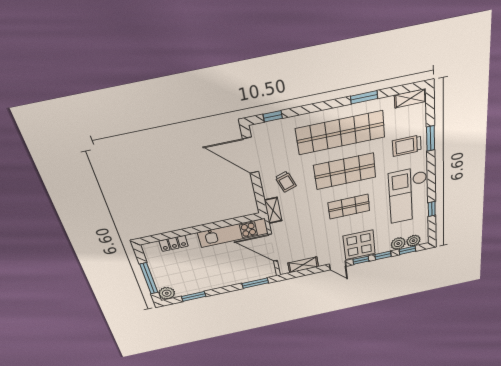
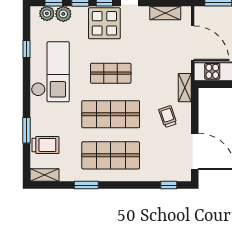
shop shelf: (341, 133) -> (111, 155), width x0.71
trolley: (407, 146) -> (45, 145), moved

